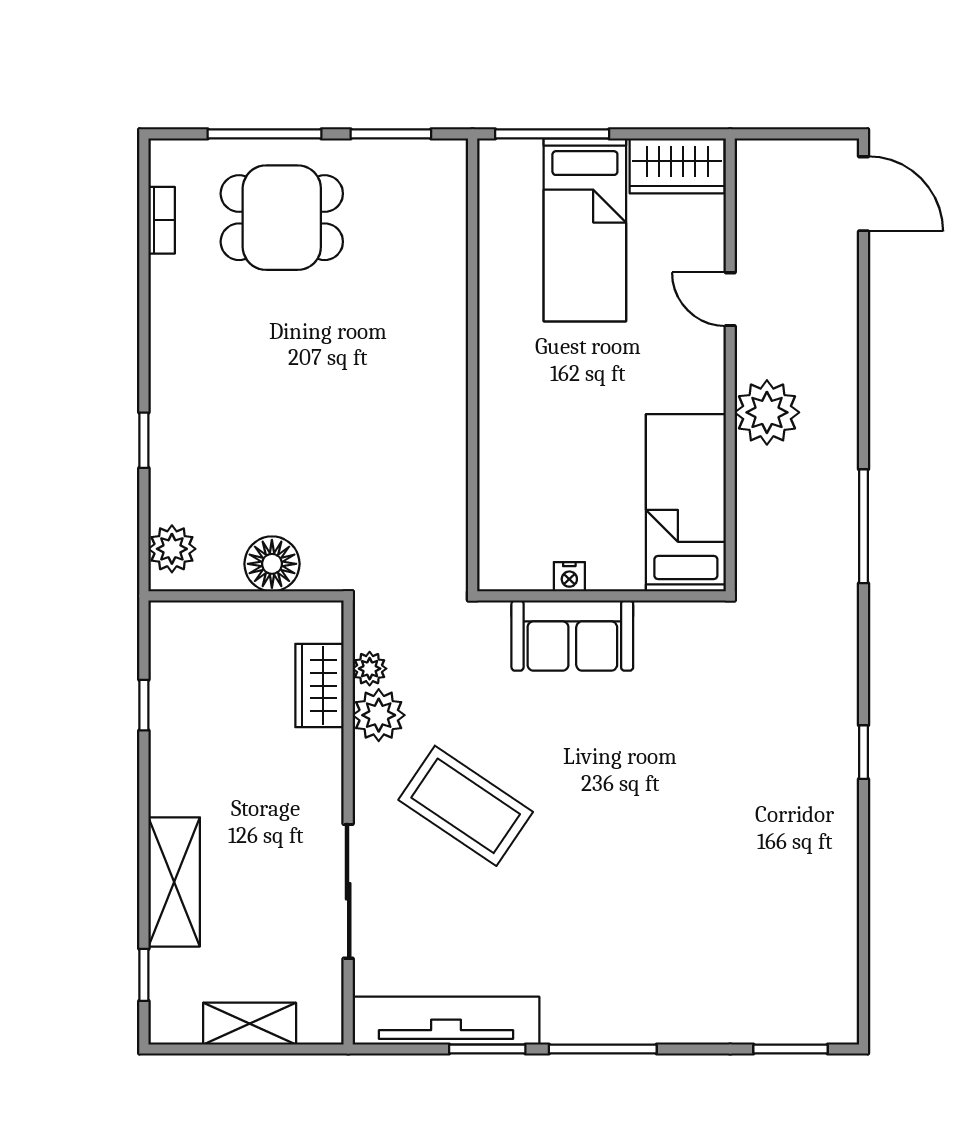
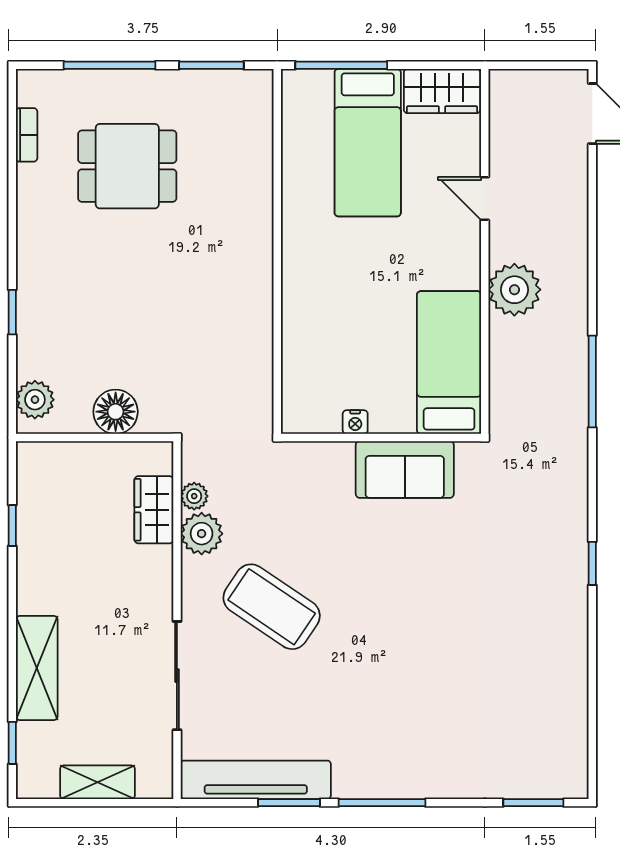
dining table: (282, 218) -> (127, 166), moved
sofa: (572, 635) -> (405, 469), moved

